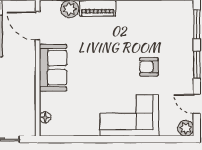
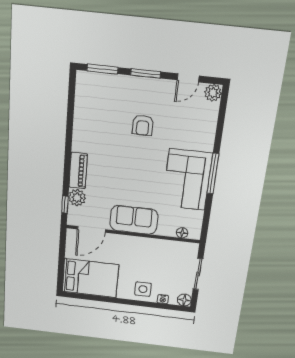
corner sofa: (129, 115) -> (187, 180), moved
window: (109, 139) -> (213, 174), added

